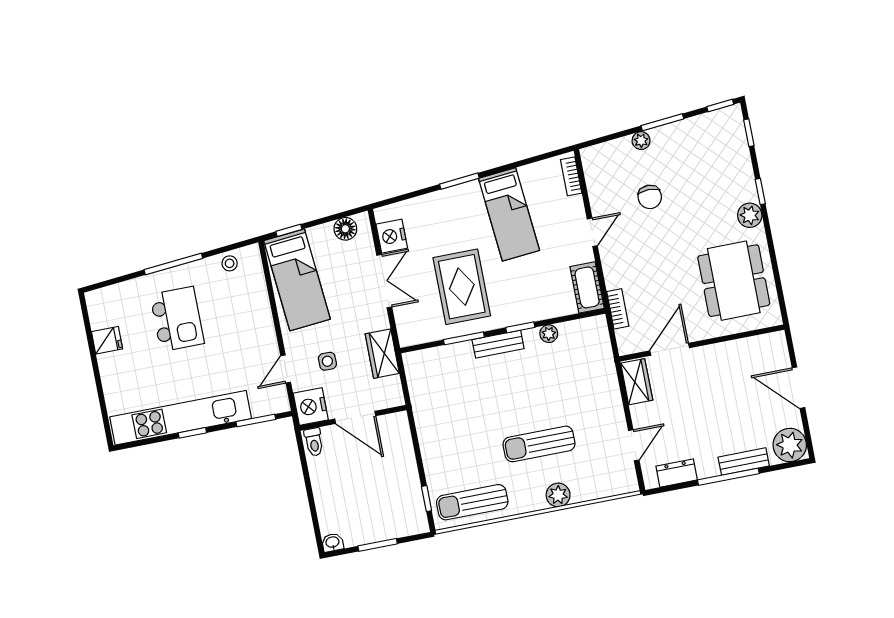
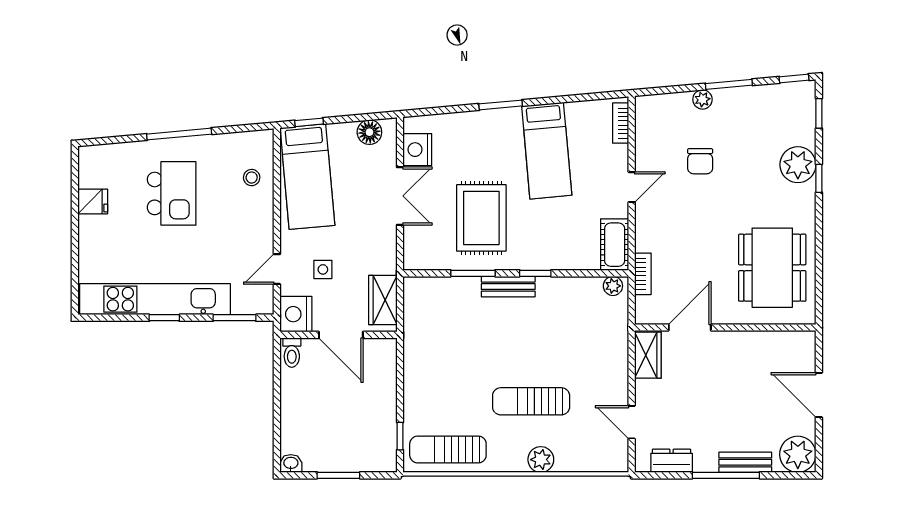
plant: (750, 215) -> (798, 165), moved, width x1.36, depth x1.36
stool: (230, 263) -> (252, 178), moved
plant: (549, 334) -> (613, 286), moved
wardrobe: (382, 354) -> (383, 300), moved
door: (634, 445) -> (632, 422), swing flipped

